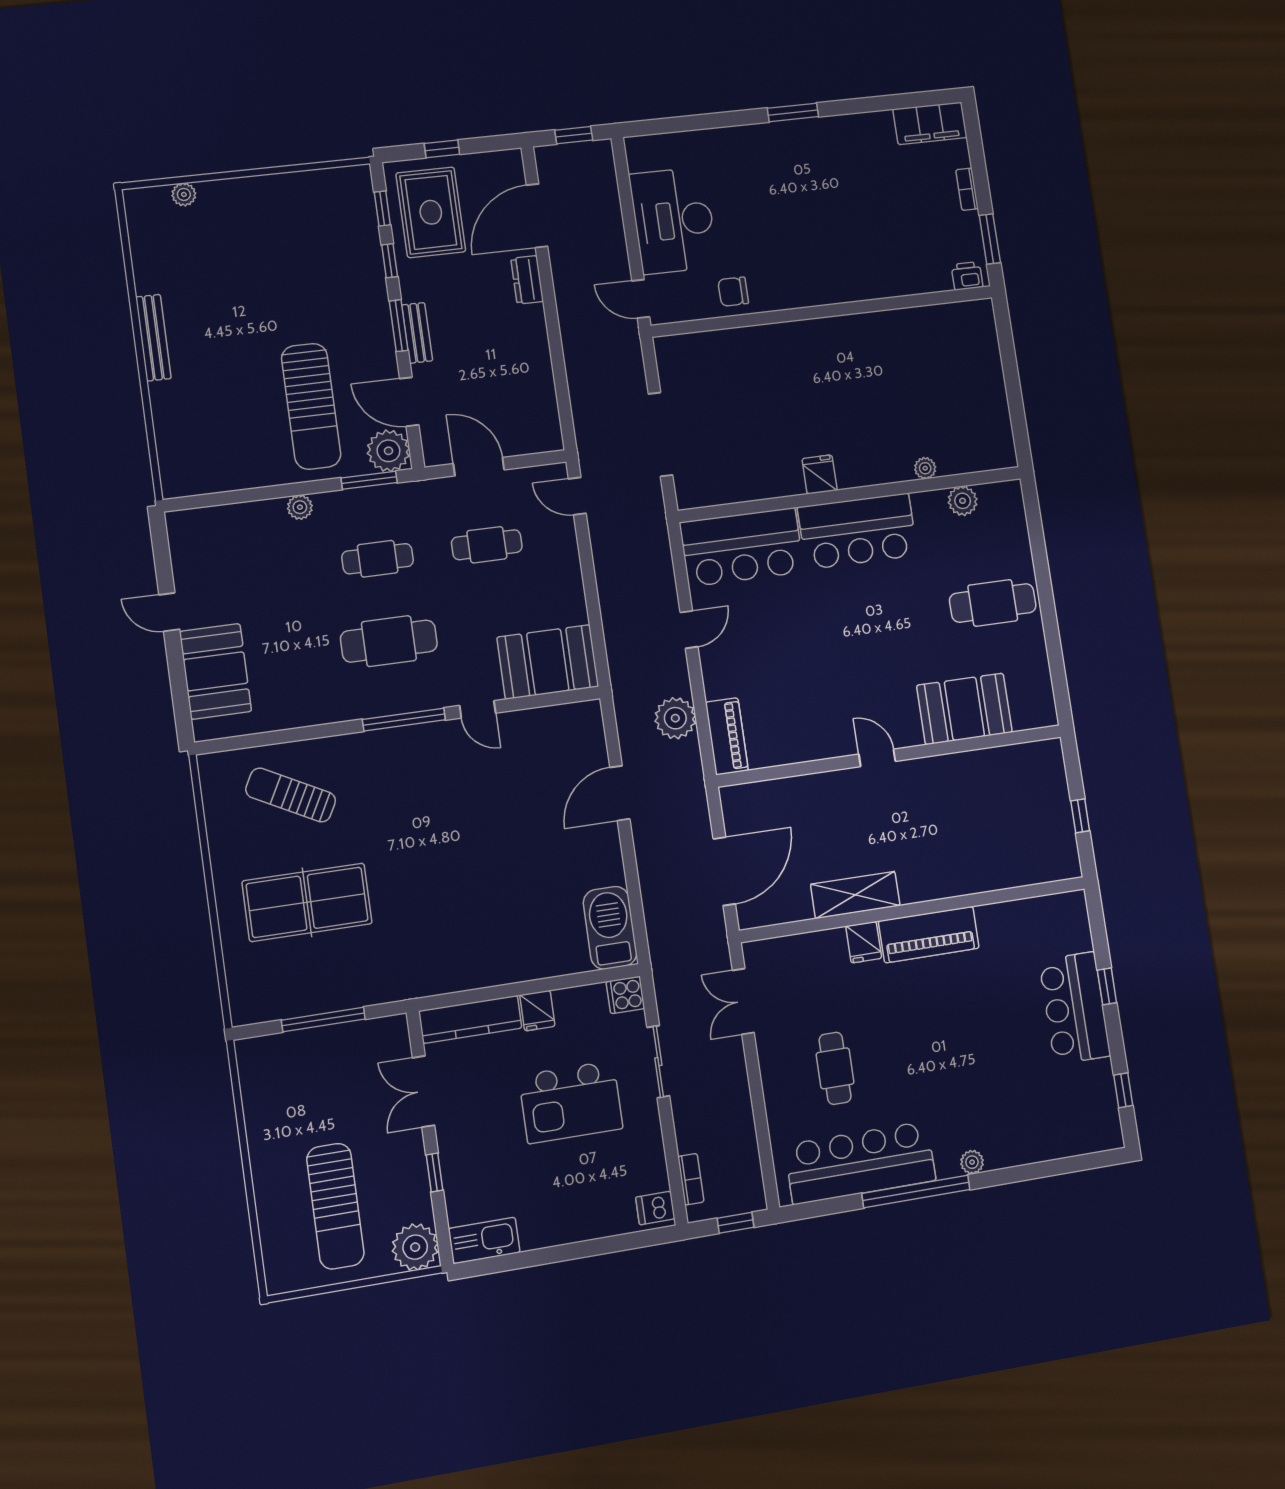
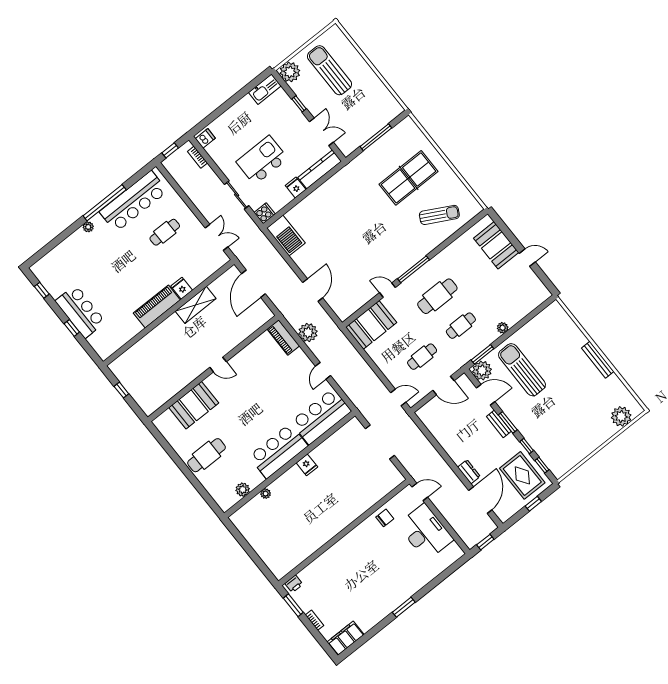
plant: (184, 194) -> (621, 416), width x1.87, depth x1.87
cafe table: (835, 1068) -> (165, 232), turned 90

